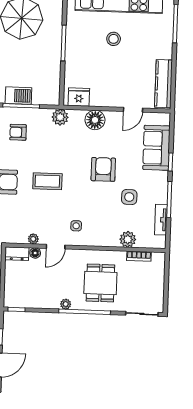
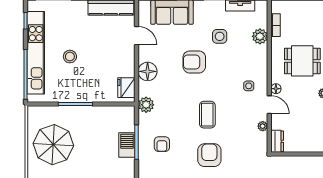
floor lamp: (35, 253) -> (276, 89), moved

